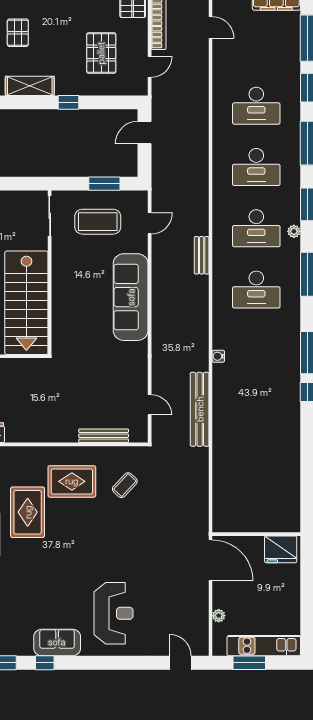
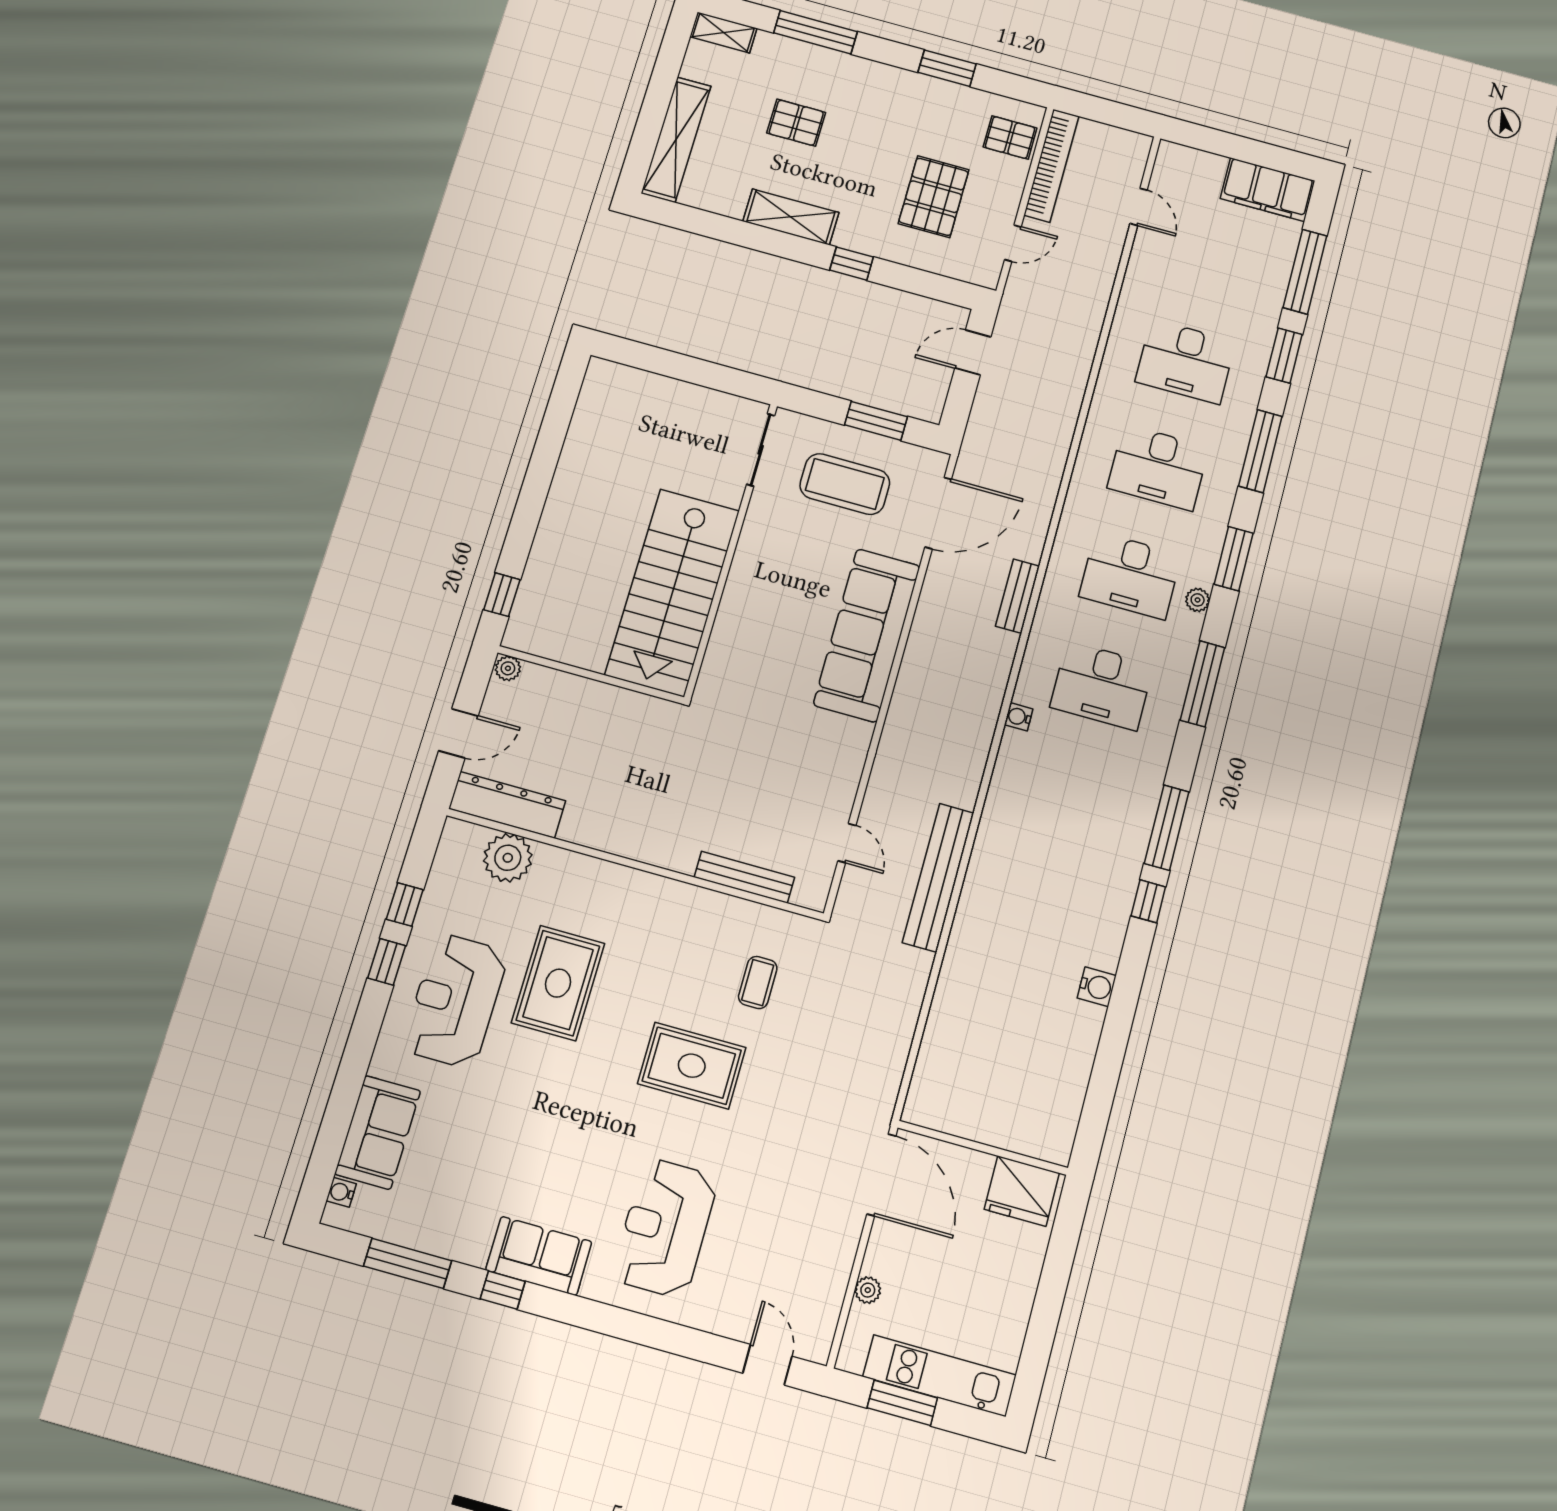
pallet: (18, 33) -> (796, 123), turned 90
door: (150, 223) -> (938, 513), width x1.87
water cooler: (218, 356) -> (1019, 717), moved
water cooler: (292, 441) -> (1097, 987), added
rug: (72, 481) -> (692, 1066), moved
coffee table: (125, 485) -> (758, 982), turned -43
reception desk: (113, 613) -> (665, 1228), turned 180

